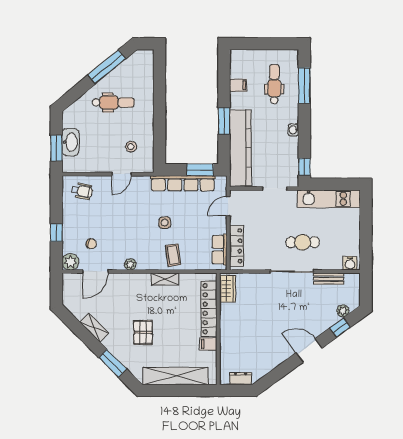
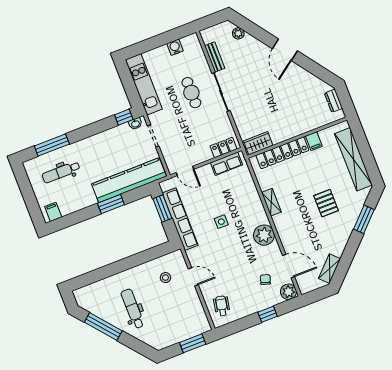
filing cabinet: (238, 85) -> (53, 212), moved
washbasin: (293, 130) -> (135, 124), moved
washbasin: (70, 142) -> (182, 333), removed
locker: (237, 246) -> (224, 148), width x0.66
coffee table: (173, 255) -> (247, 203), removed
water cooler: (350, 263) -> (175, 47), moved, turned -90
plant: (130, 264) -> (264, 235), width x1.87, depth x1.87
shelving: (94, 328) -> (329, 269), moved
window: (340, 328) -> (254, 30), removed
pallet: (143, 332) -> (326, 203), turned 90

